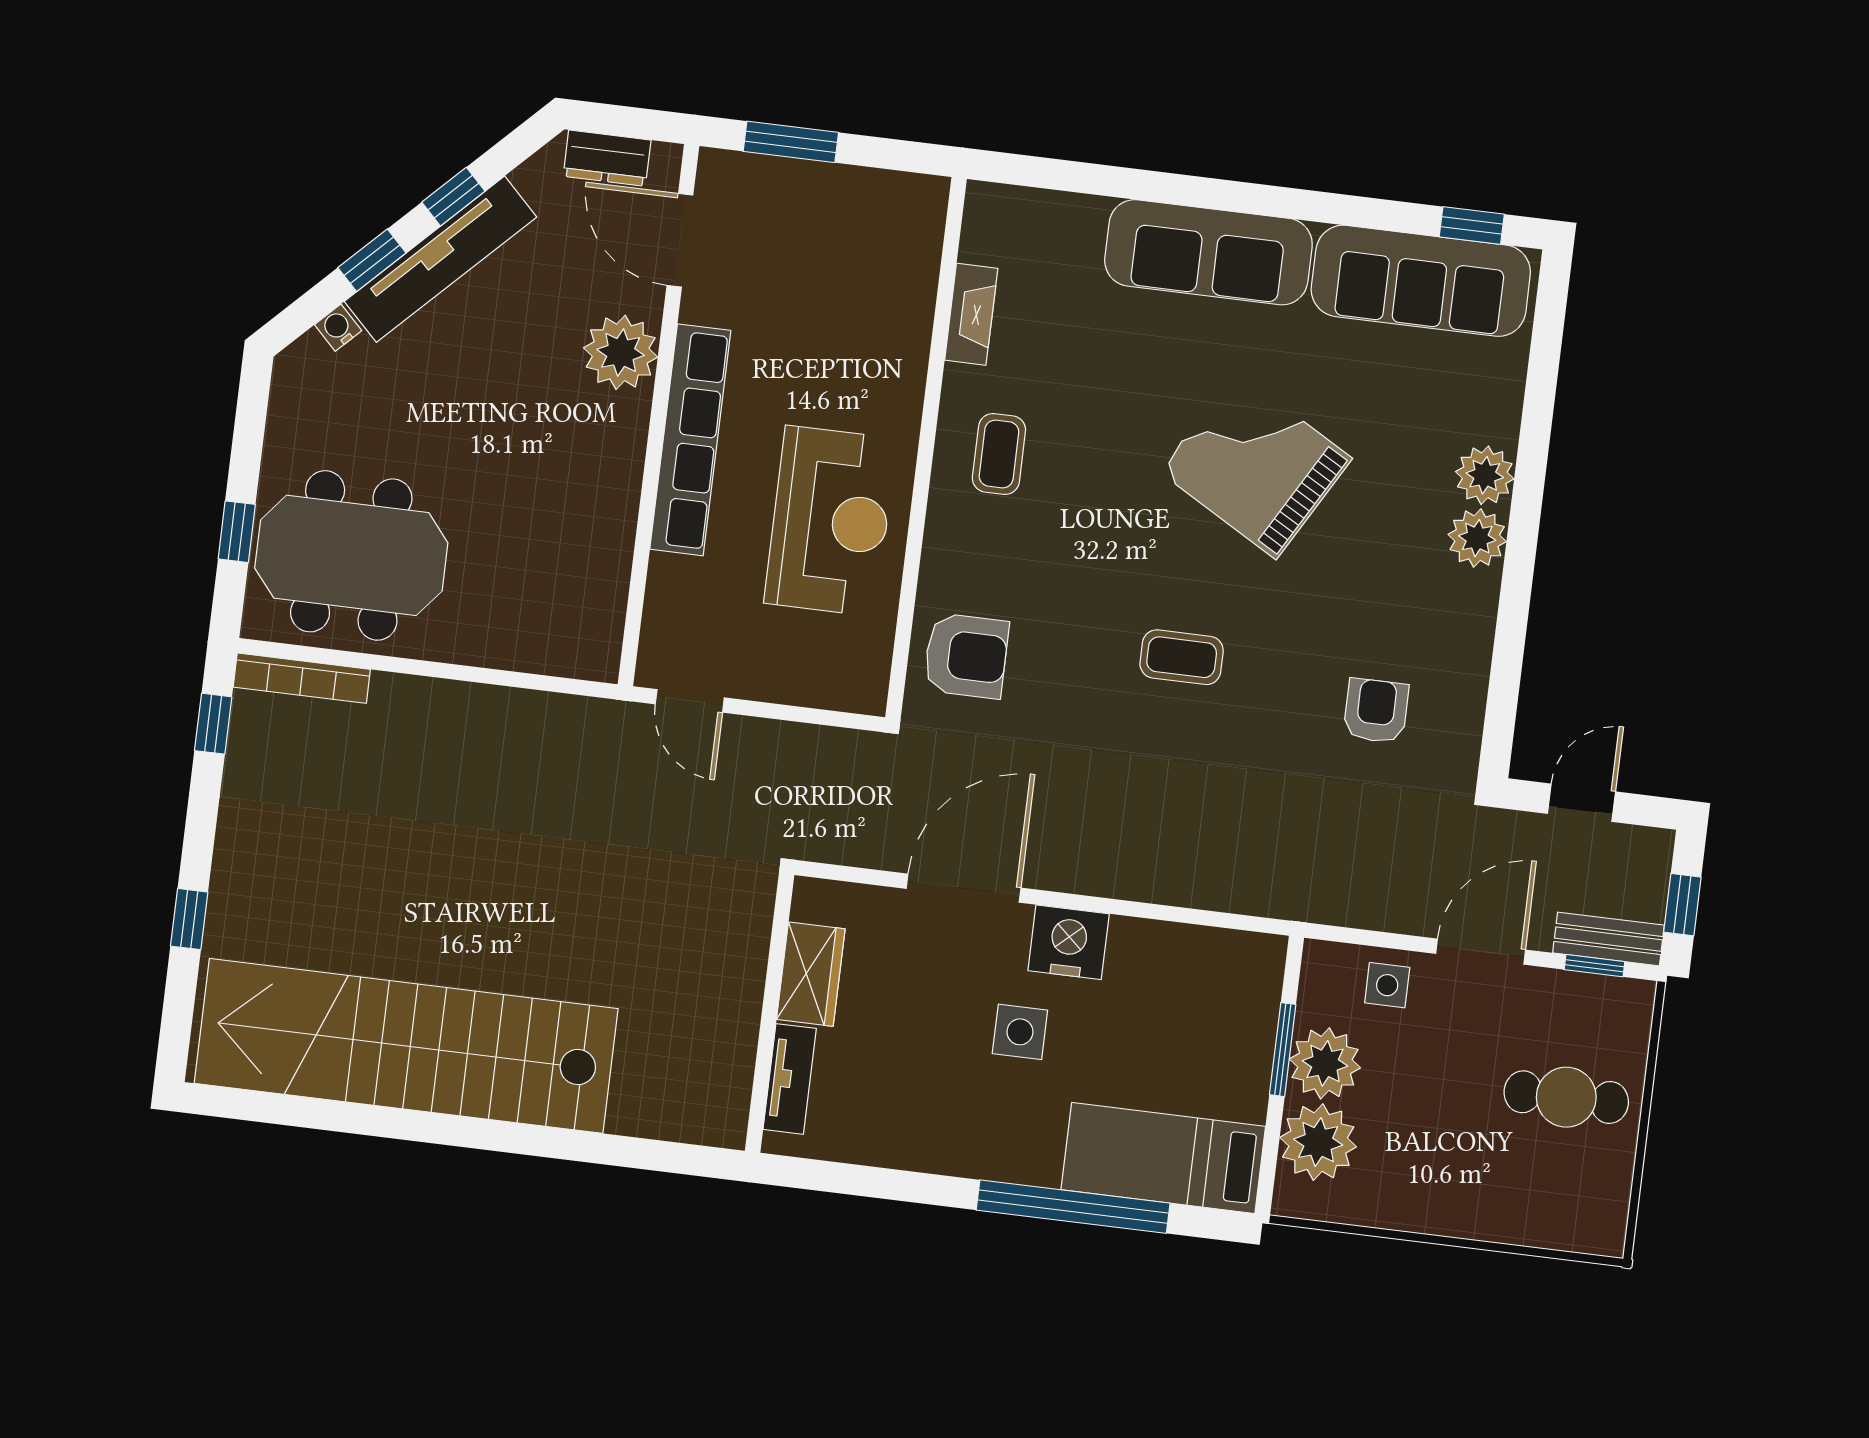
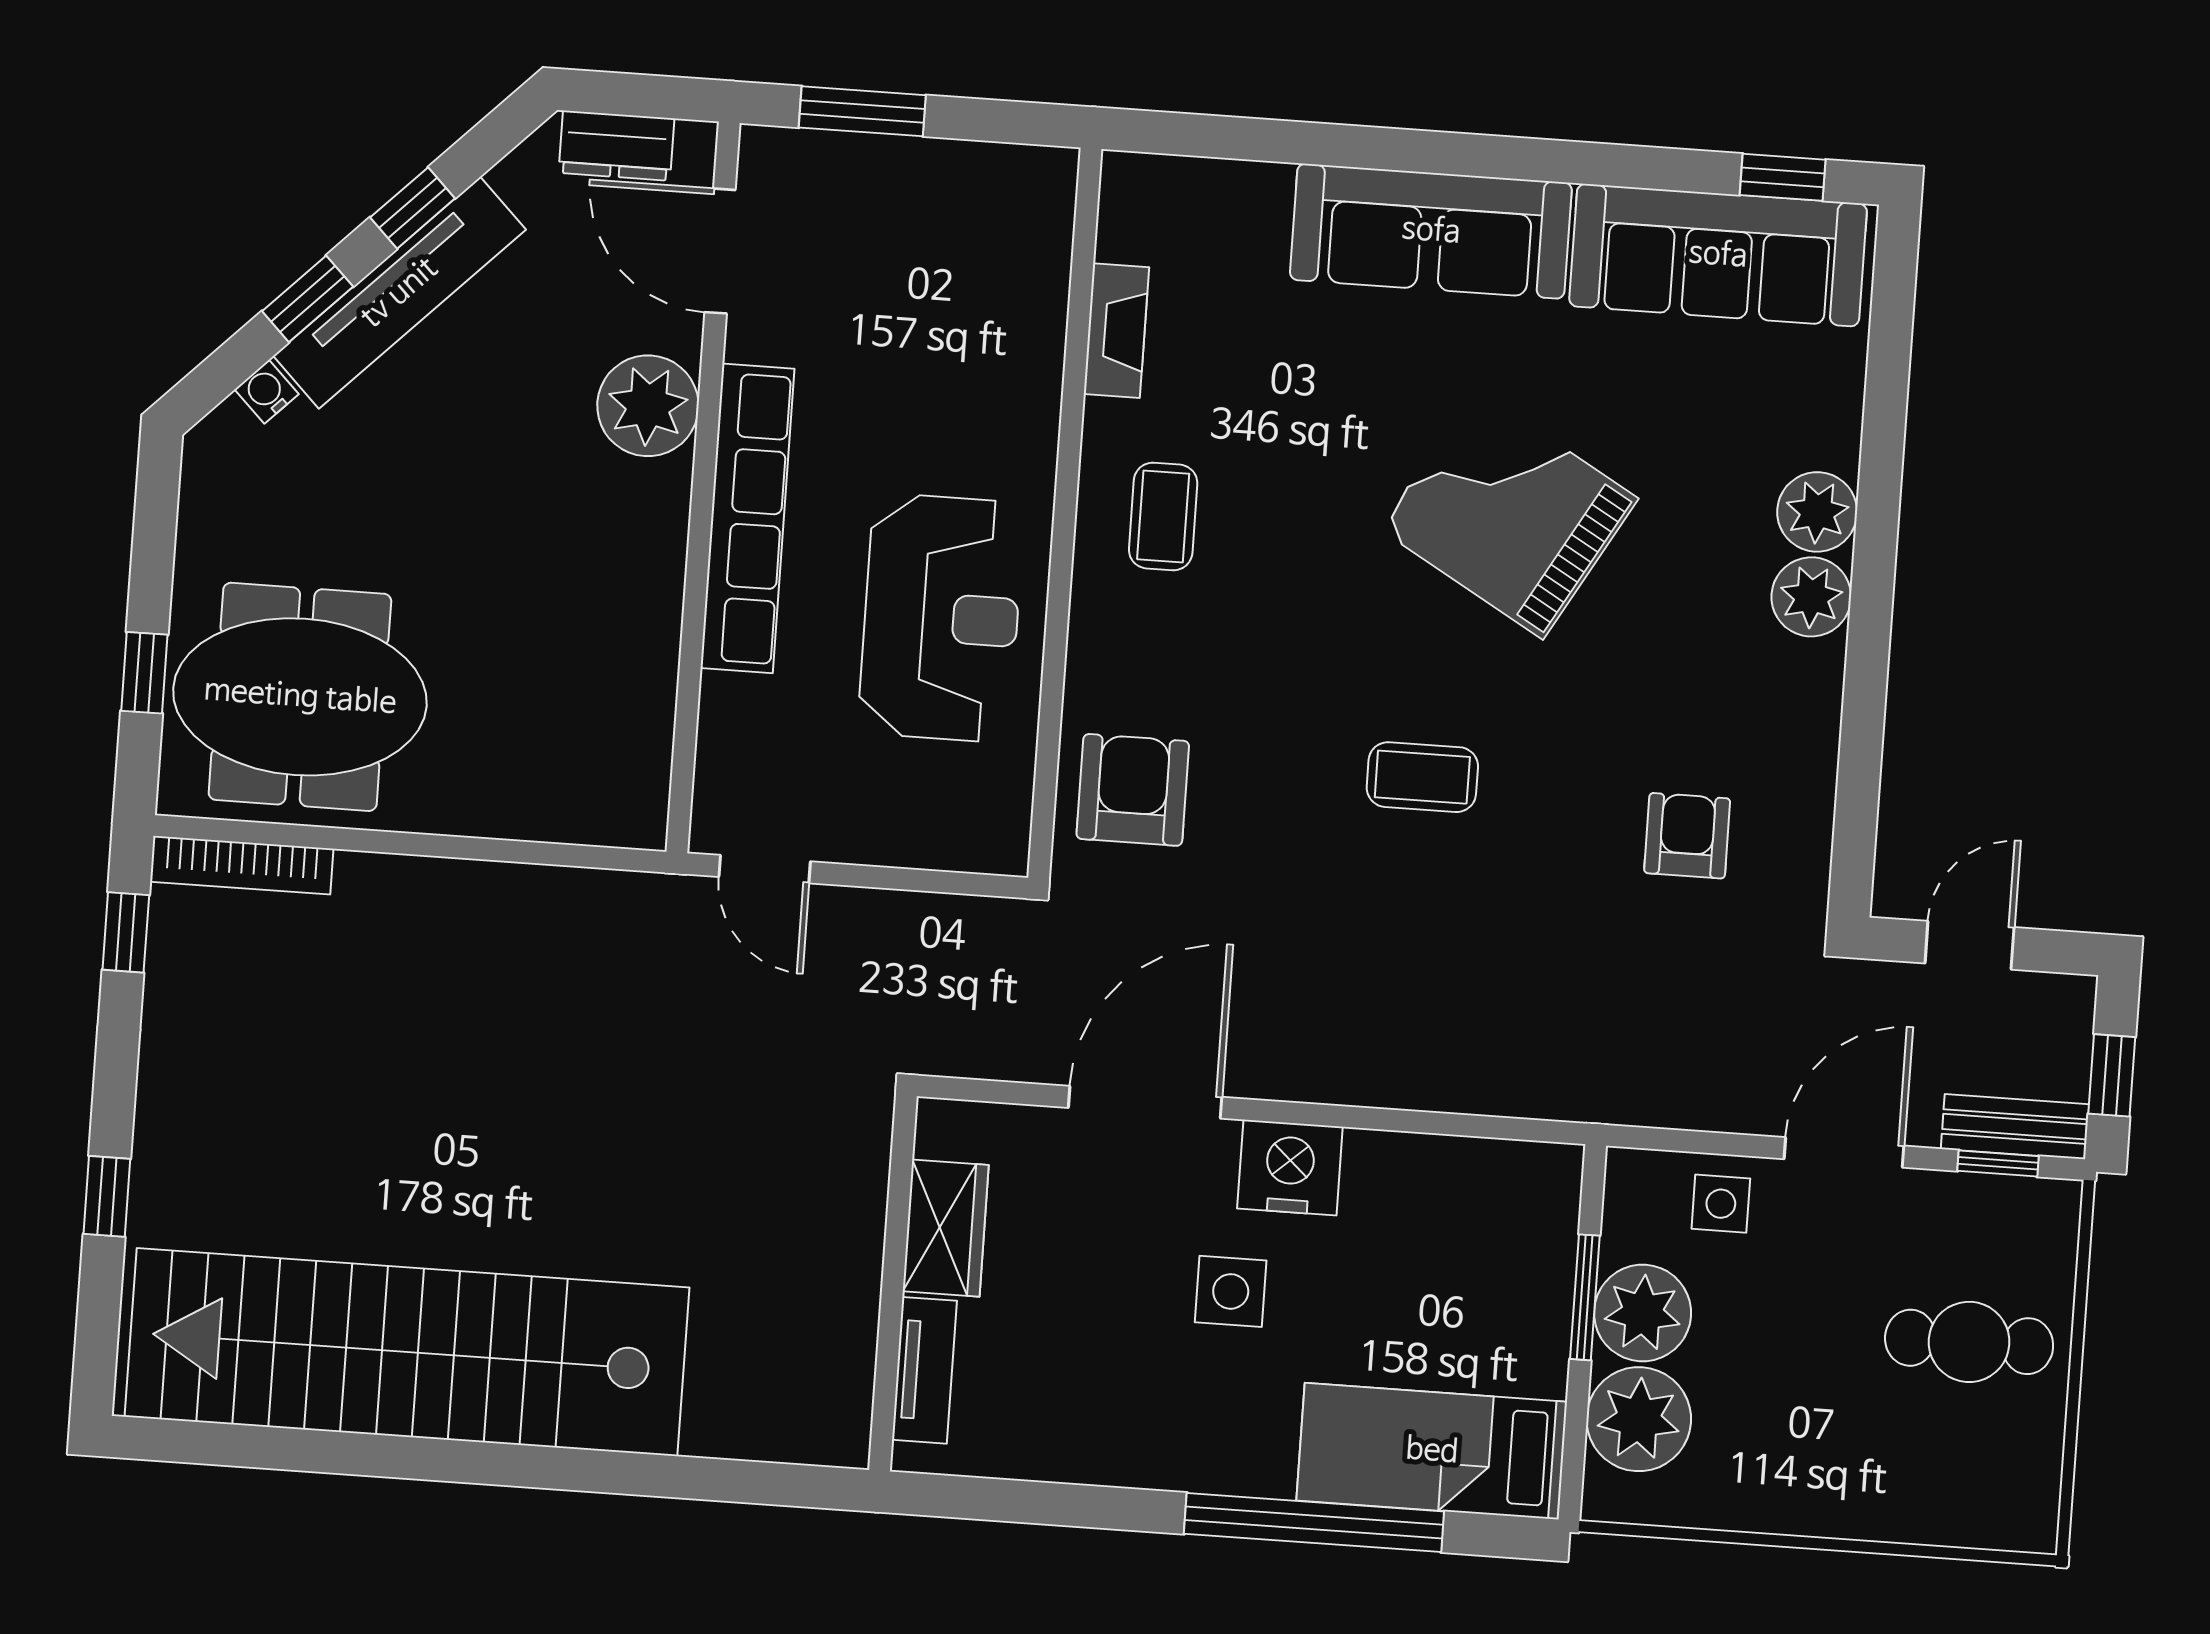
armchair: (966, 656) -> (1133, 790), turned -90

